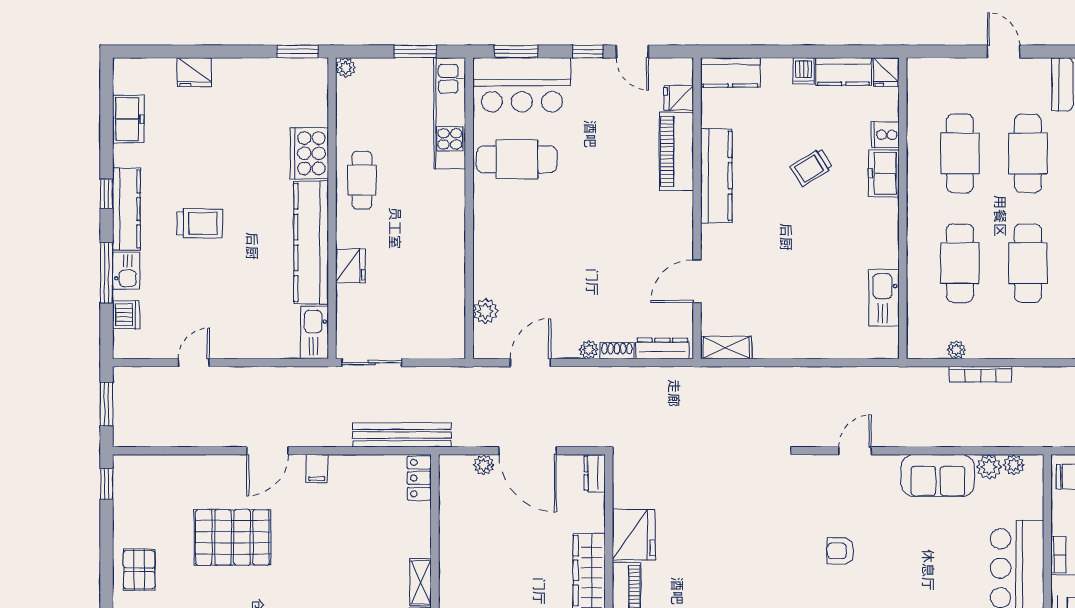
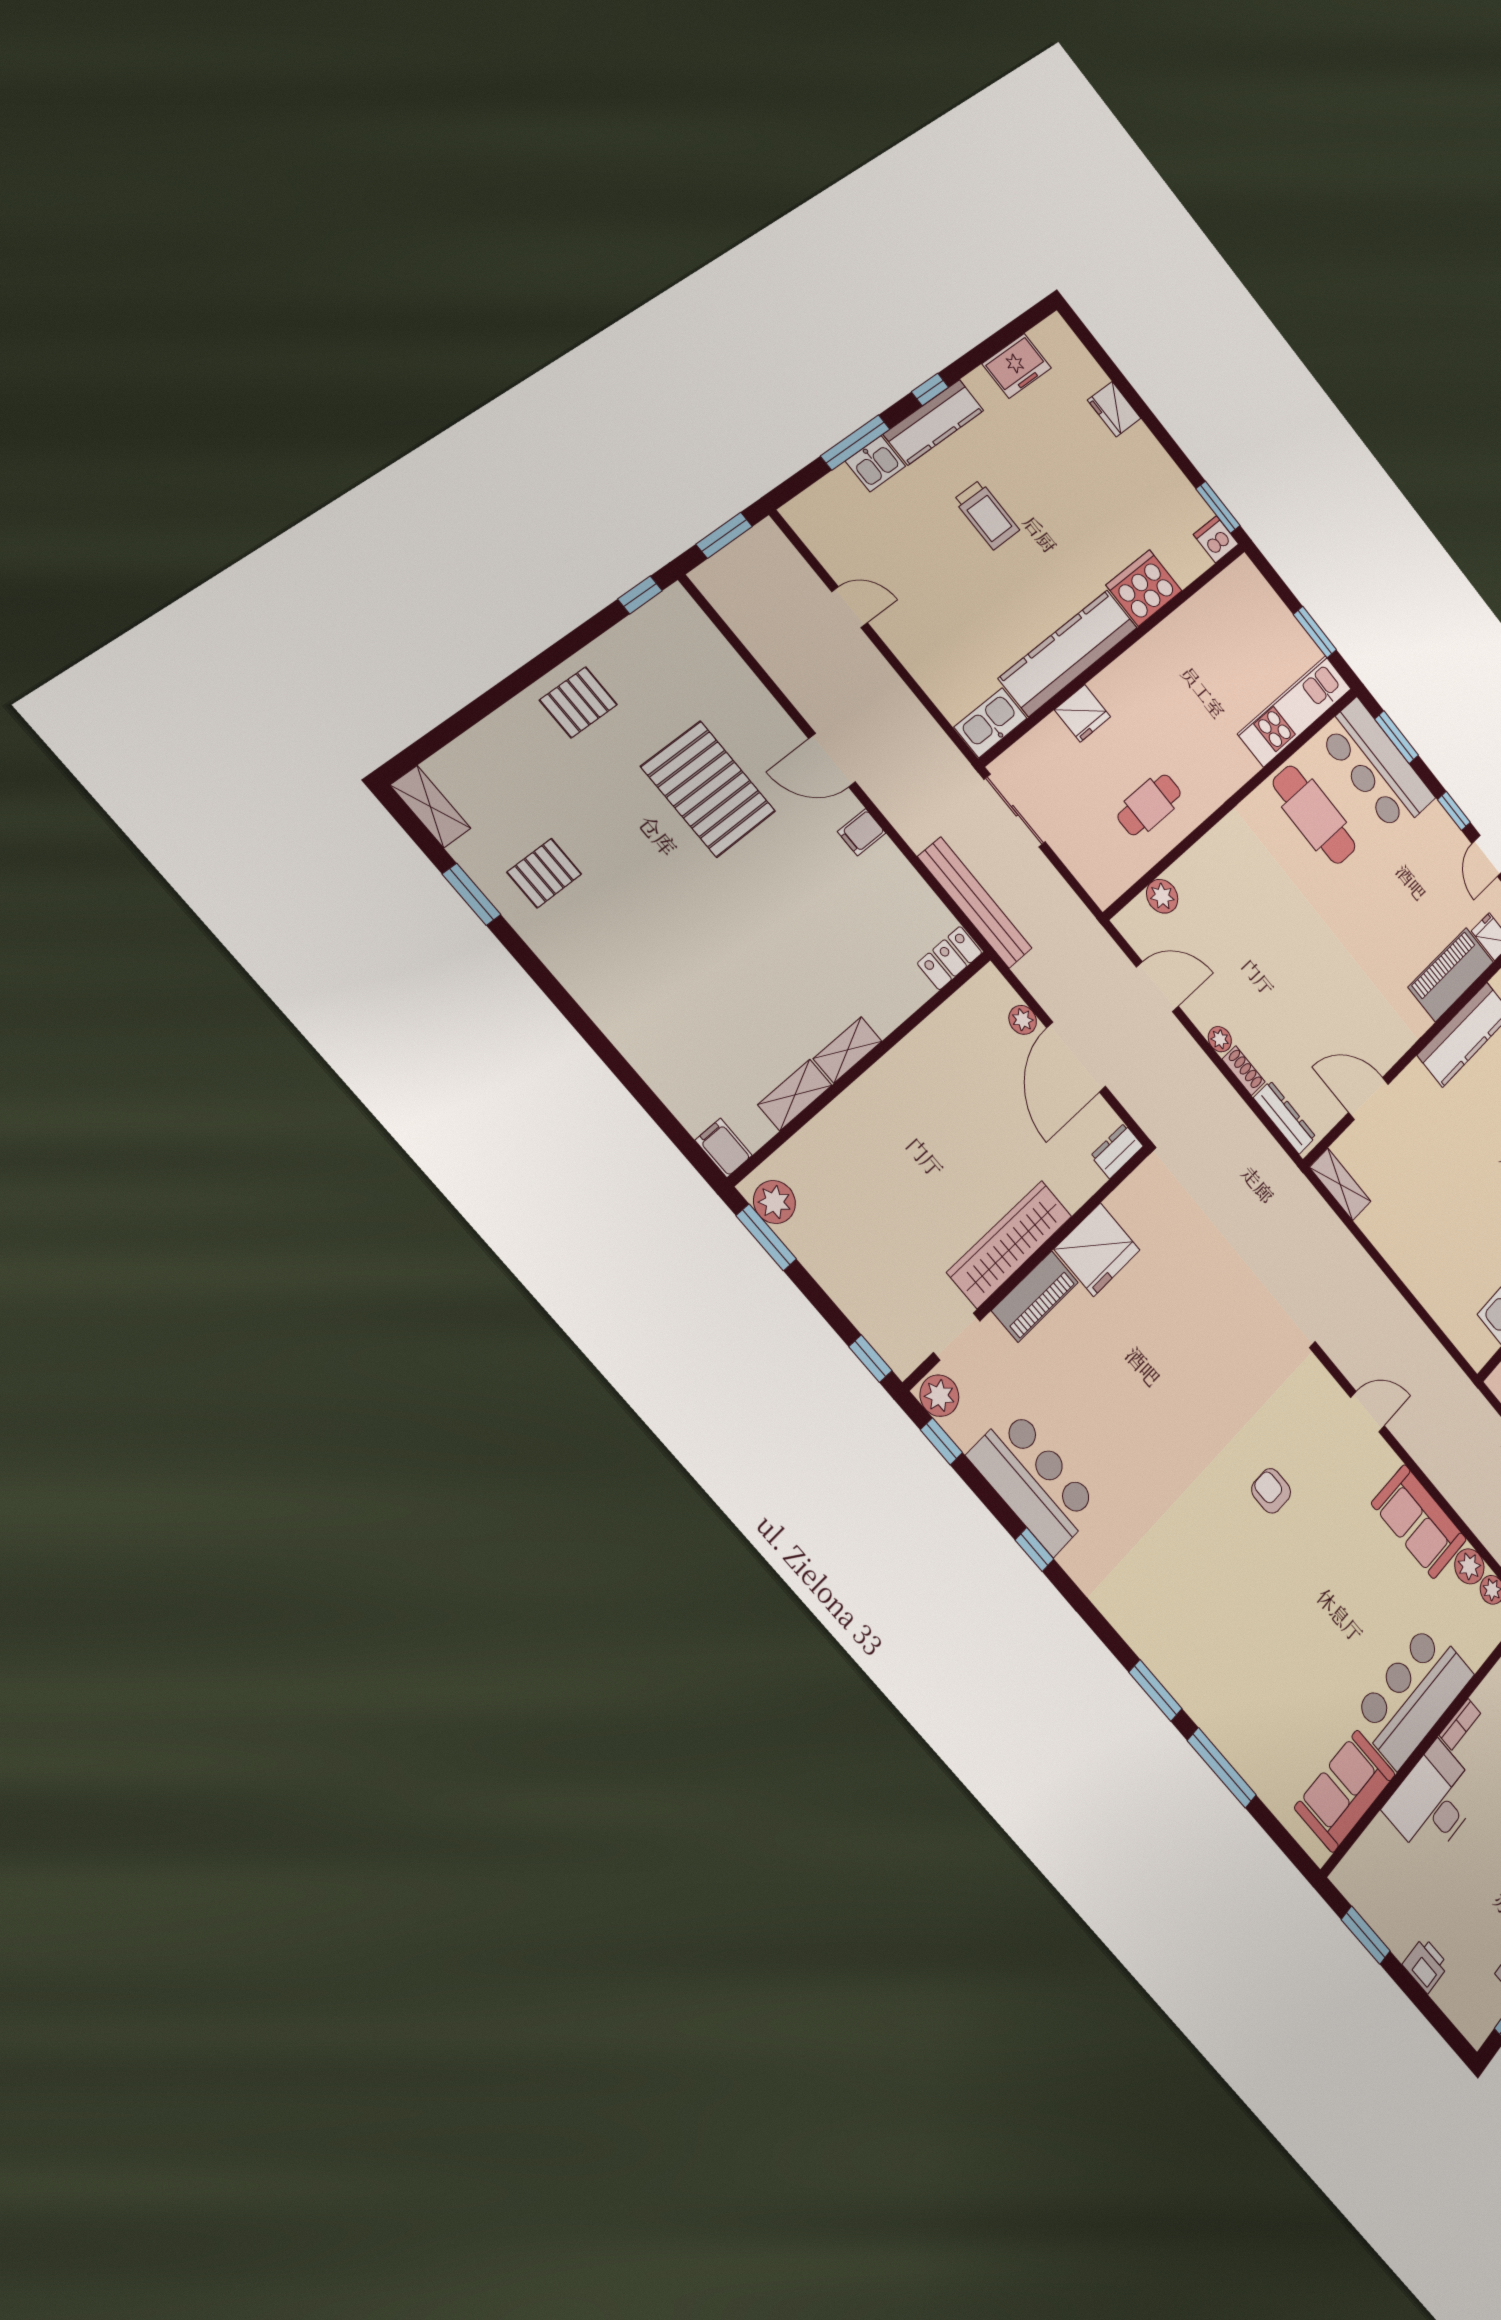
plant: (346, 68) -> (1245, 569), removed
cafe table: (362, 180) -> (1149, 805), moved
dishwasher: (126, 315) -> (1216, 539), moved, turned 180

